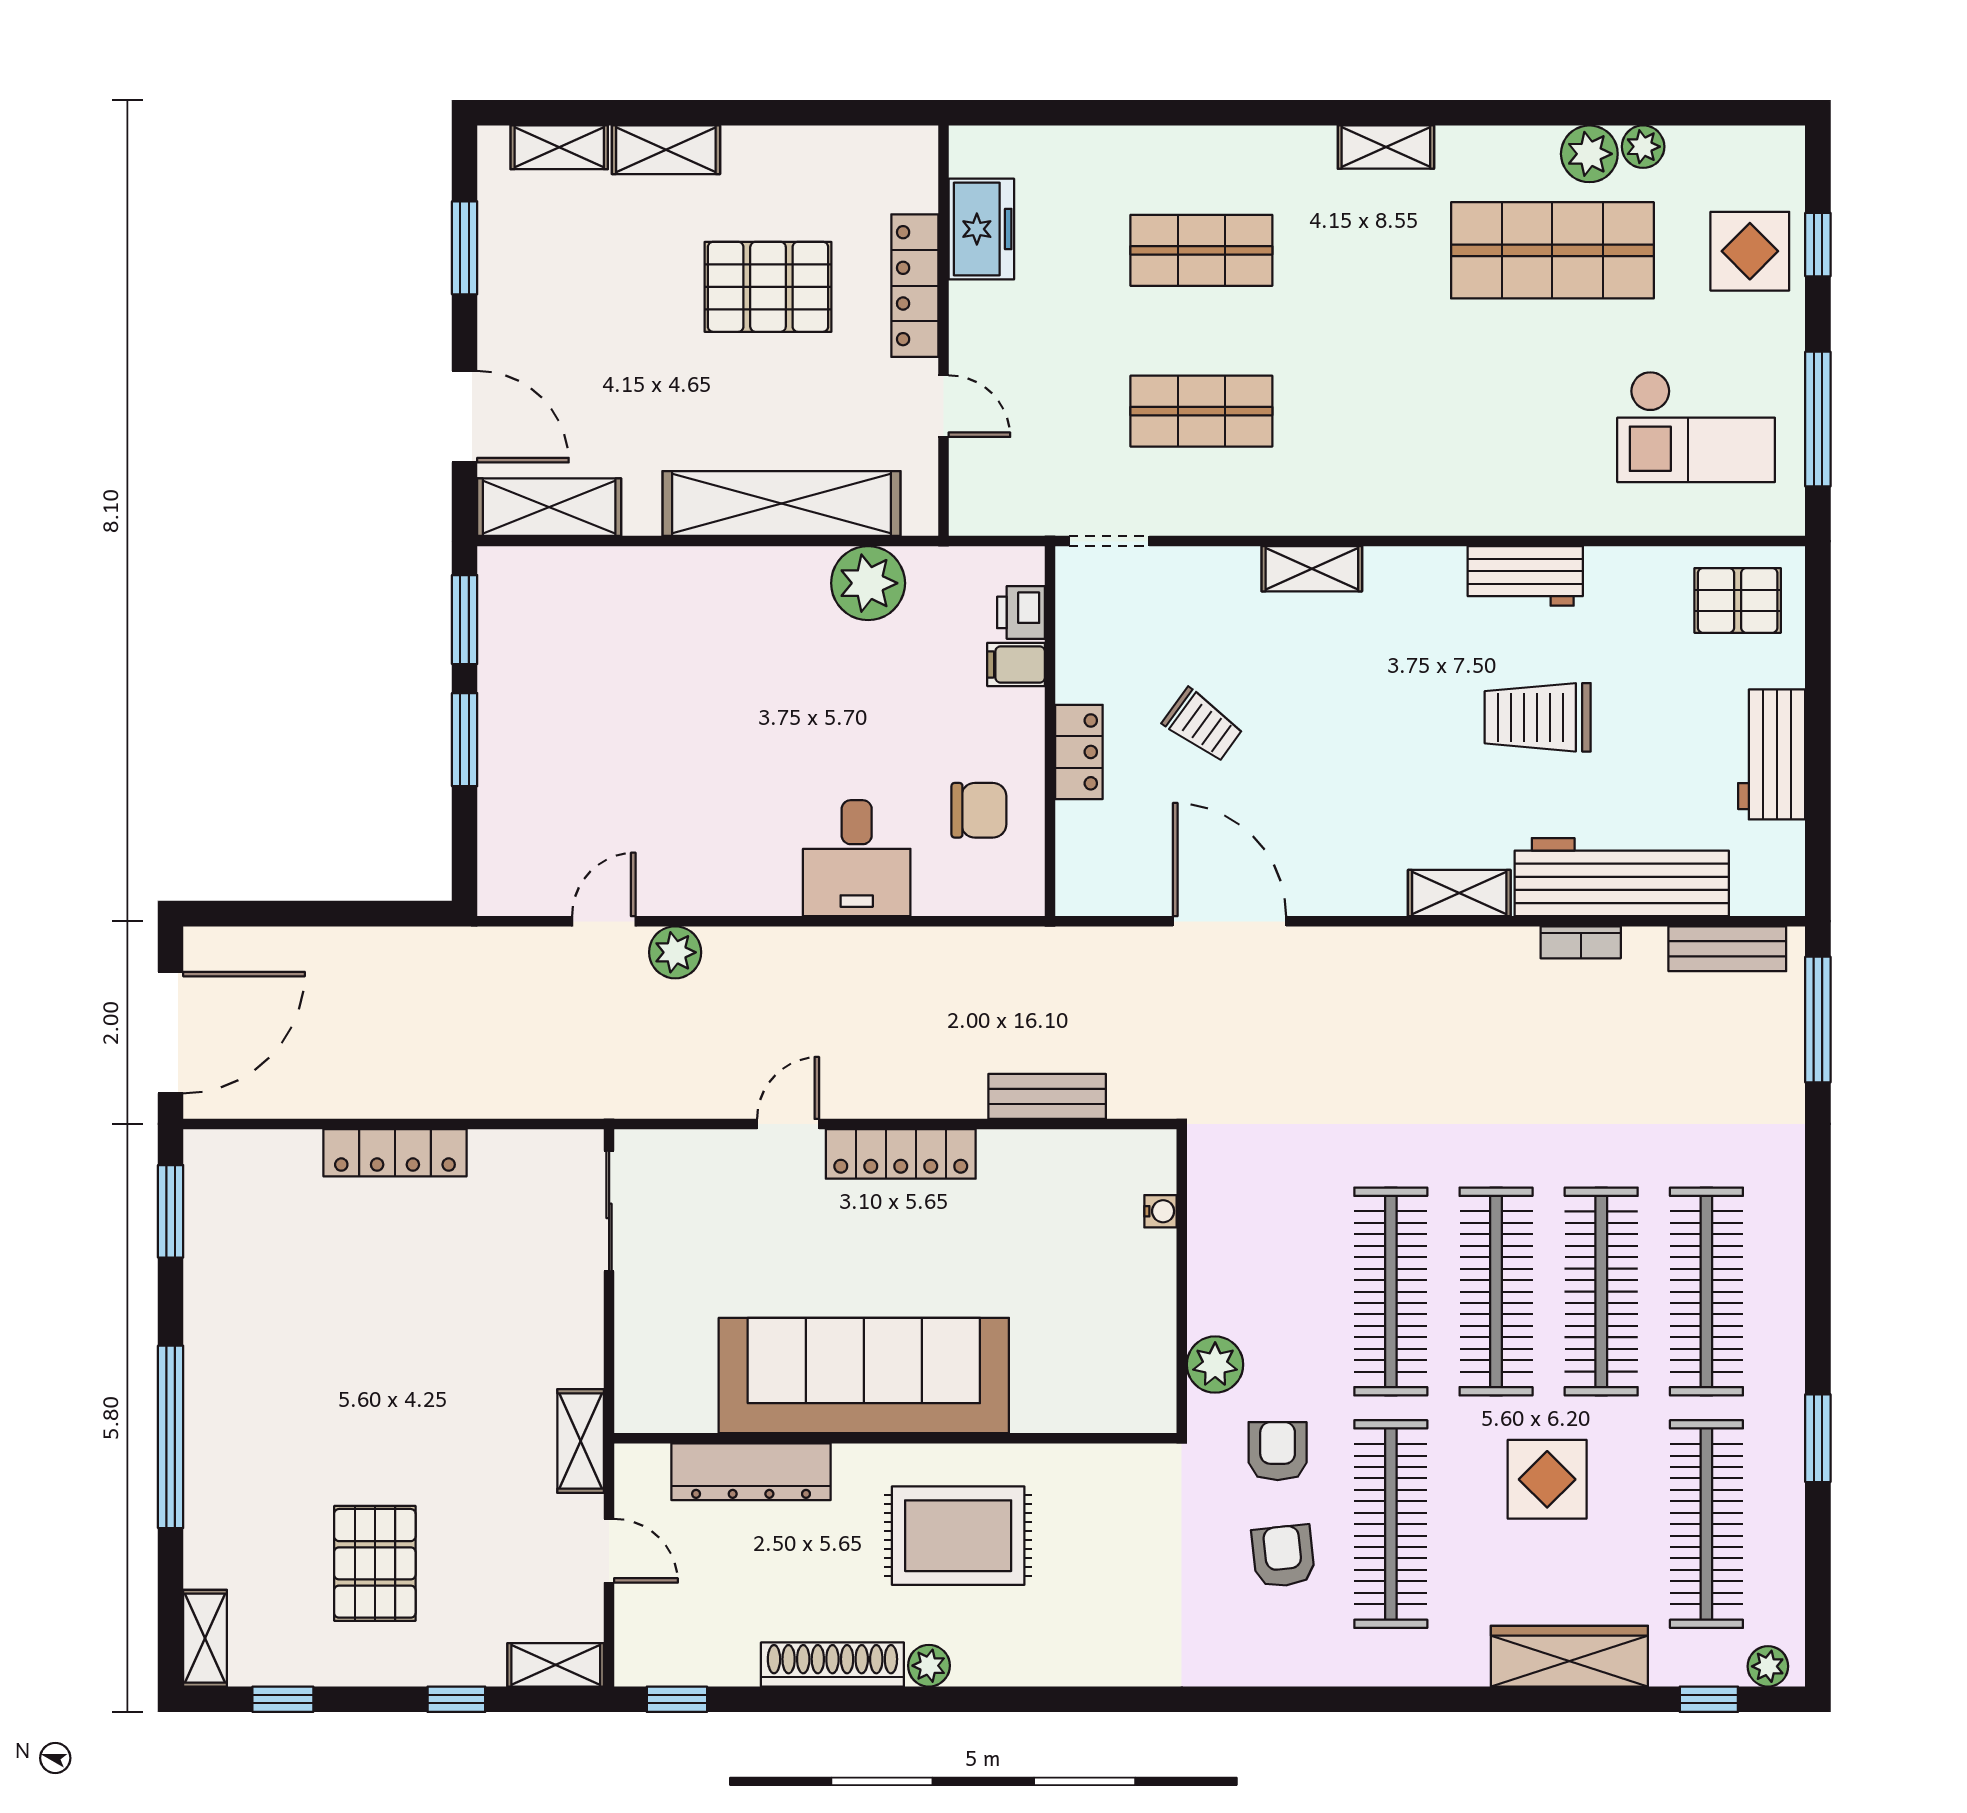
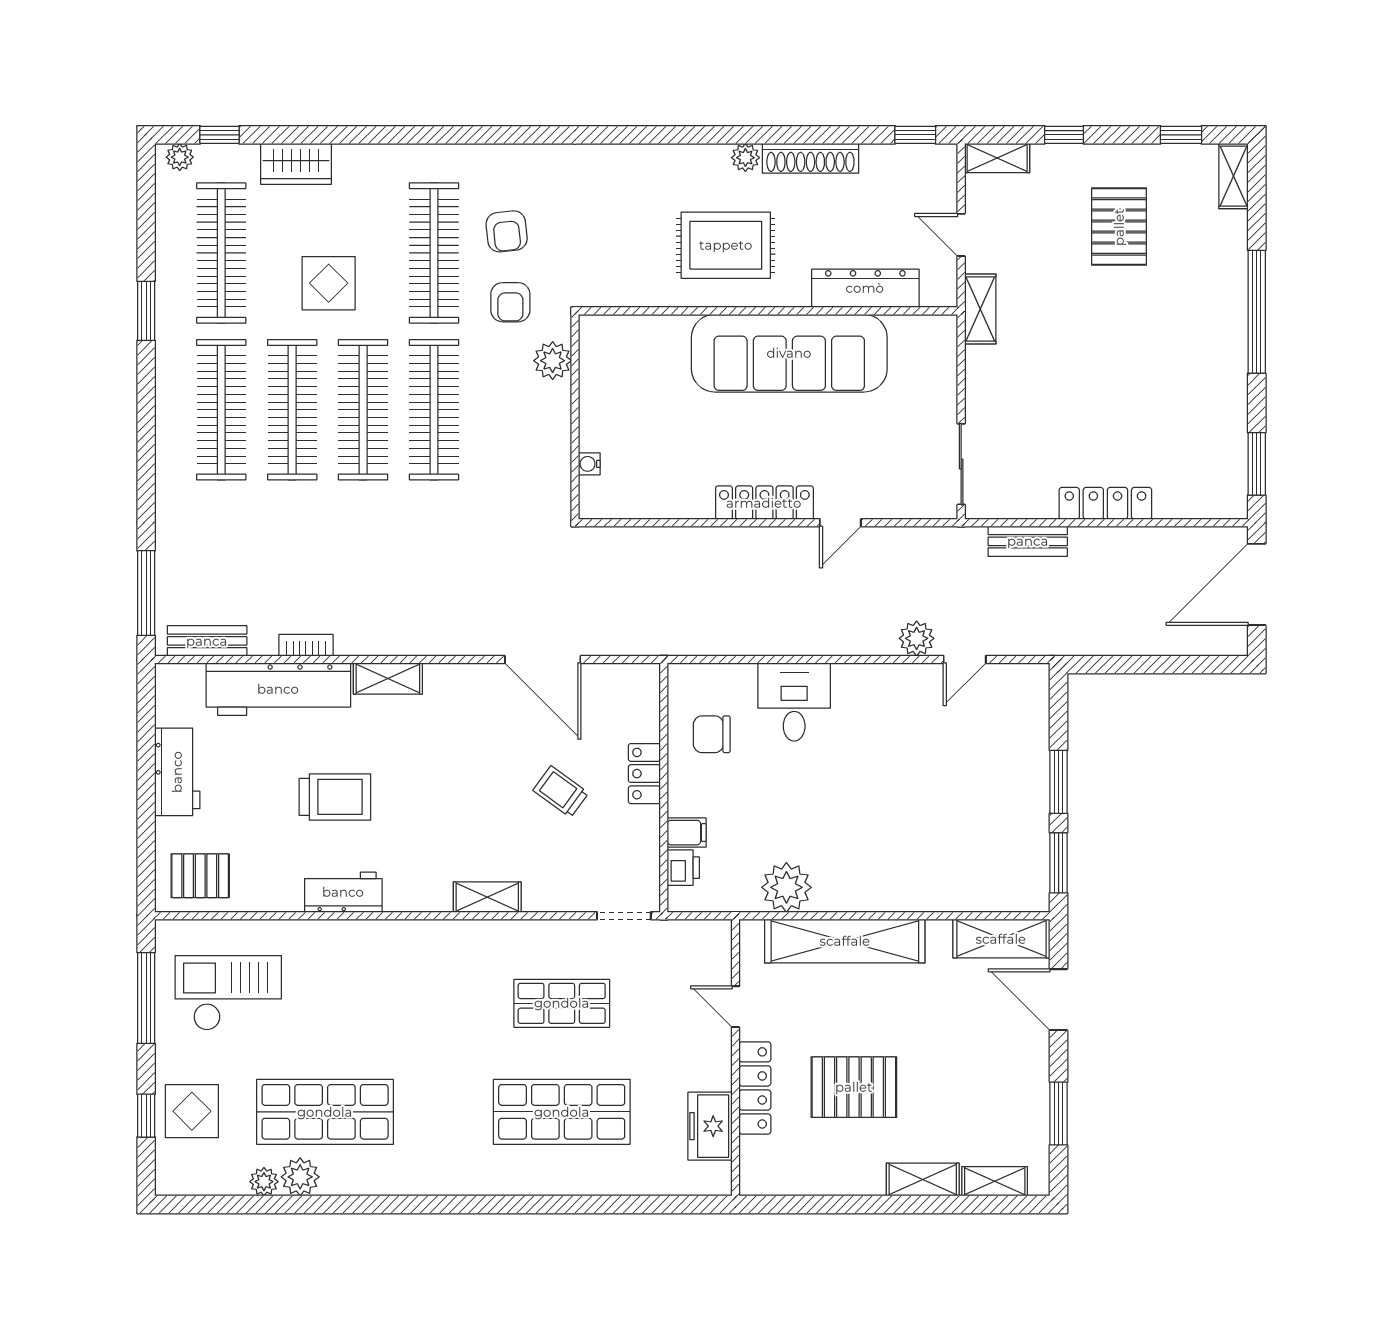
shelving: (1386, 147) -> (437, 1181), removed
shop shelf: (1201, 250) -> (562, 1112), width x1.43, depth x1.36
bench: (1047, 1096) -> (1028, 541), moved
wardrobe: (1569, 1656) -> (296, 164), width x0.67

